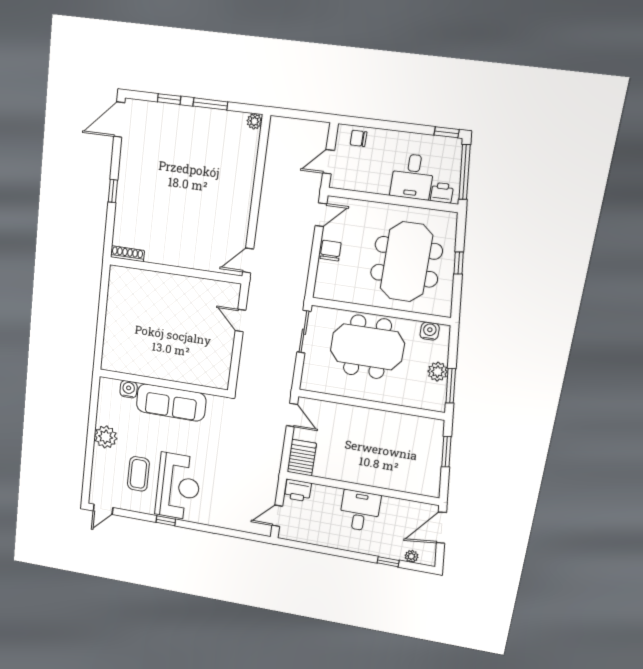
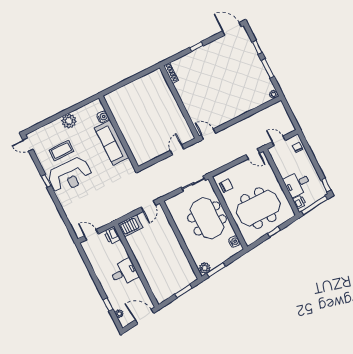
chair: (331, 251) -> (226, 186), moved
plant: (438, 372) -> (205, 268), moved

